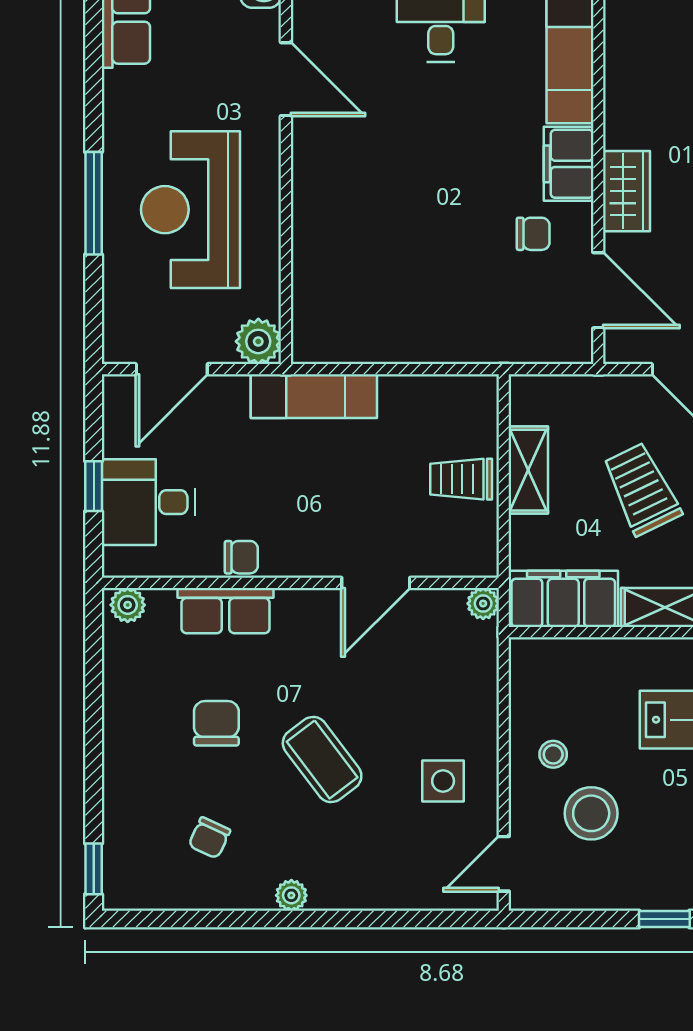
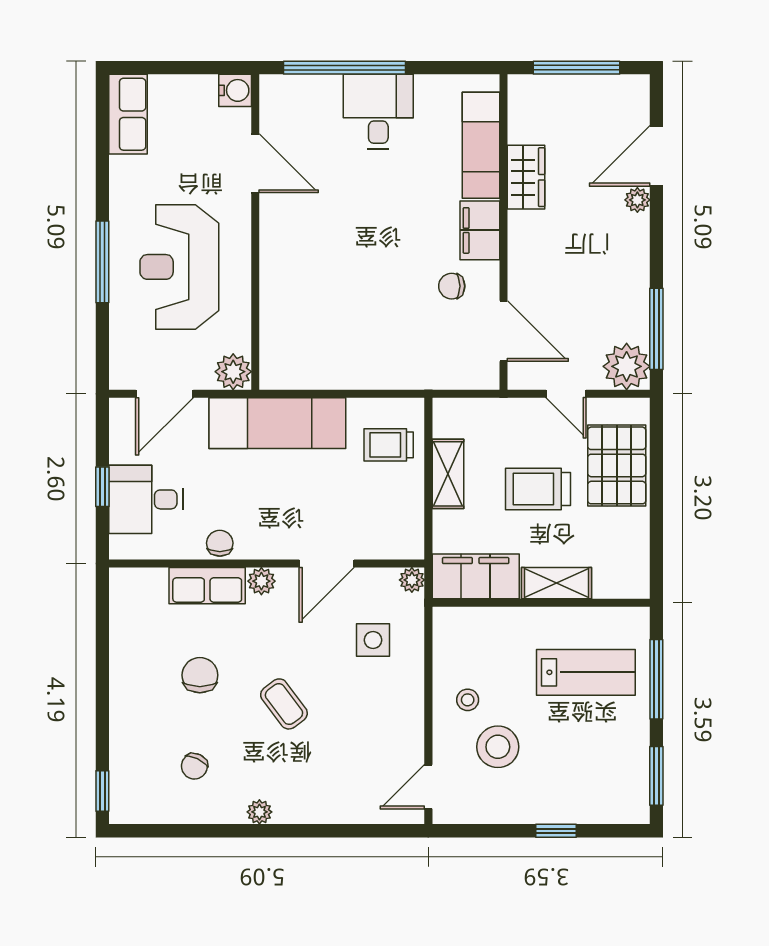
wardrobe: (627, 191) -> (526, 177), moved
chair: (533, 234) -> (452, 286), turned 180
exam couch: (314, 396) -> (277, 423), width x1.36, depth x1.45
trolley: (461, 479) -> (389, 445), moved
trolley: (642, 489) -> (538, 489), turned -64
chair: (241, 557) -> (220, 543), turned -90
plant: (128, 605) -> (261, 581), moved
coffee table: (322, 759) -> (284, 704), width x0.73, depth x0.77
side table: (443, 781) -> (373, 640), moved

